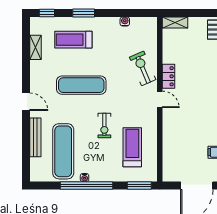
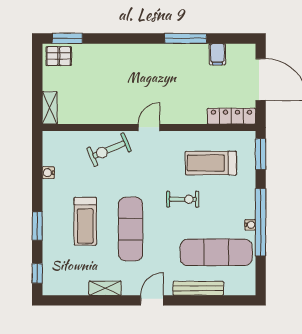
treadmill: (73, 40) -> (85, 221), moved
shelving: (35, 47) -> (105, 288), moved
locker: (169, 76) -> (231, 116), moved, width x1.53

